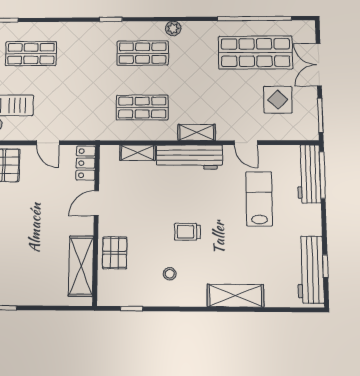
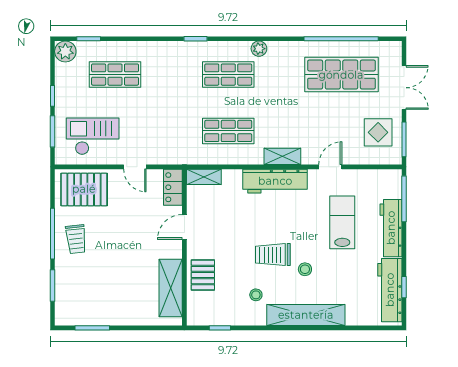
double door: (319, 65) -> (404, 88), swing flipped
display table: (278, 100) -> (378, 132), moved
door: (246, 143) -> (330, 167), swing flipped
shelving: (138, 153) -> (204, 177), moved
workbench: (309, 174) -> (391, 228), moved
trolley: (187, 232) -> (273, 255), width x1.36, depth x1.39
stool: (221, 247) -> (305, 269), added
shelving: (235, 296) -> (306, 315), width x1.47

